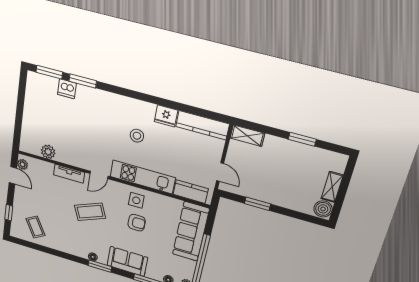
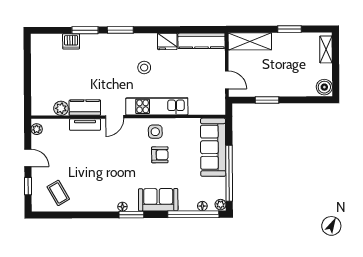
window: (49, 72) -> (120, 30), moved
shelving: (247, 136) -> (250, 41), width x1.50, depth x1.33
door: (13, 175) -> (28, 158), moved
shelving: (332, 187) -> (326, 49), moved
kitchen counter: (191, 192) -> (85, 108), moved
coffee table: (90, 212) -> (112, 158), removed

